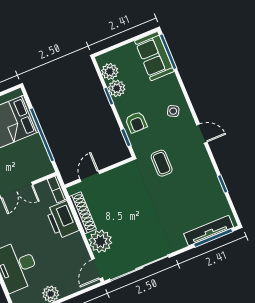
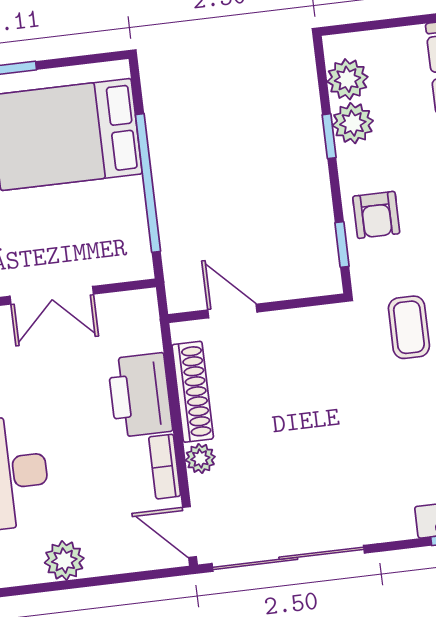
door: (90, 176) -> (232, 311), hinge flipped
bookcase: (57, 189) -> (165, 467), moved
plant: (100, 241) -> (200, 458), width x0.53, depth x0.53
door: (97, 269) -> (190, 532), hinge flipped

